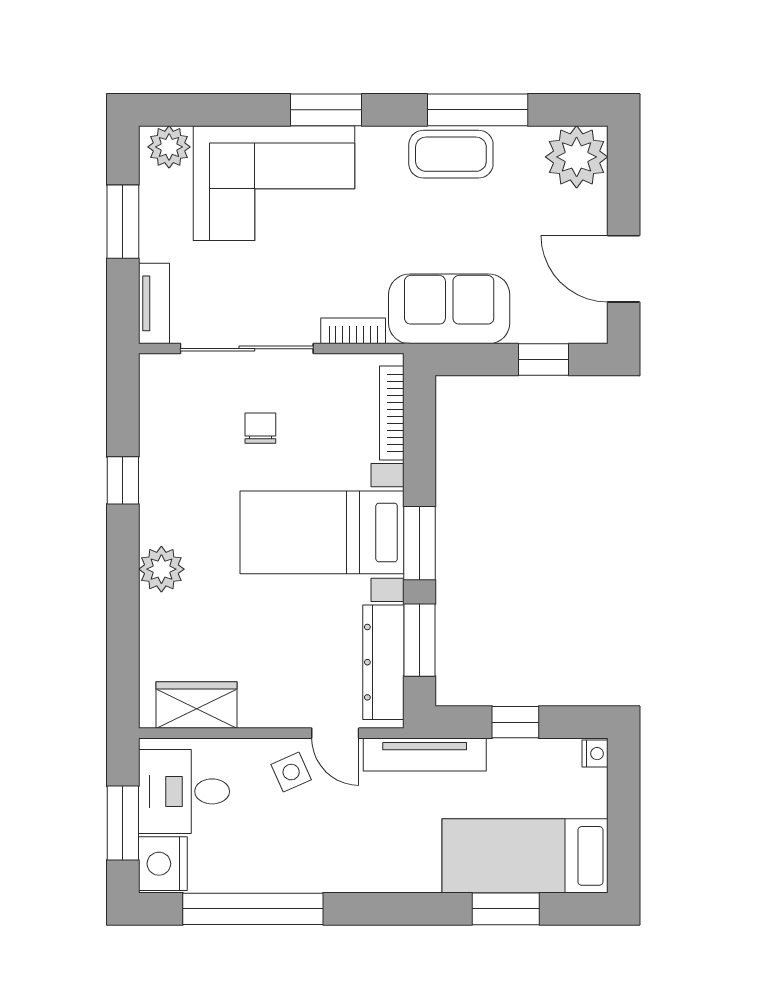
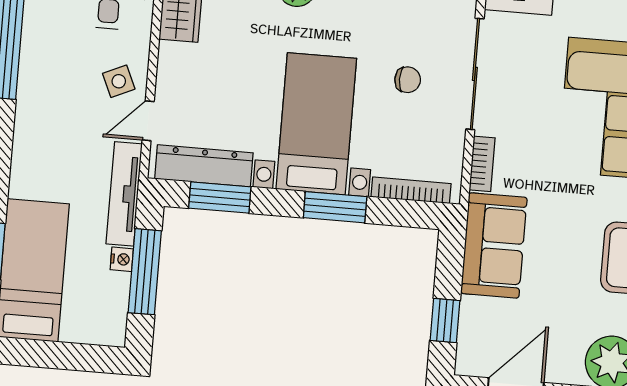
window: (419, 543) -> (335, 207), moved
window: (515, 722) -> (145, 272), width x2.17
nightstand: (595, 754) -> (122, 259), moved, turned -90

